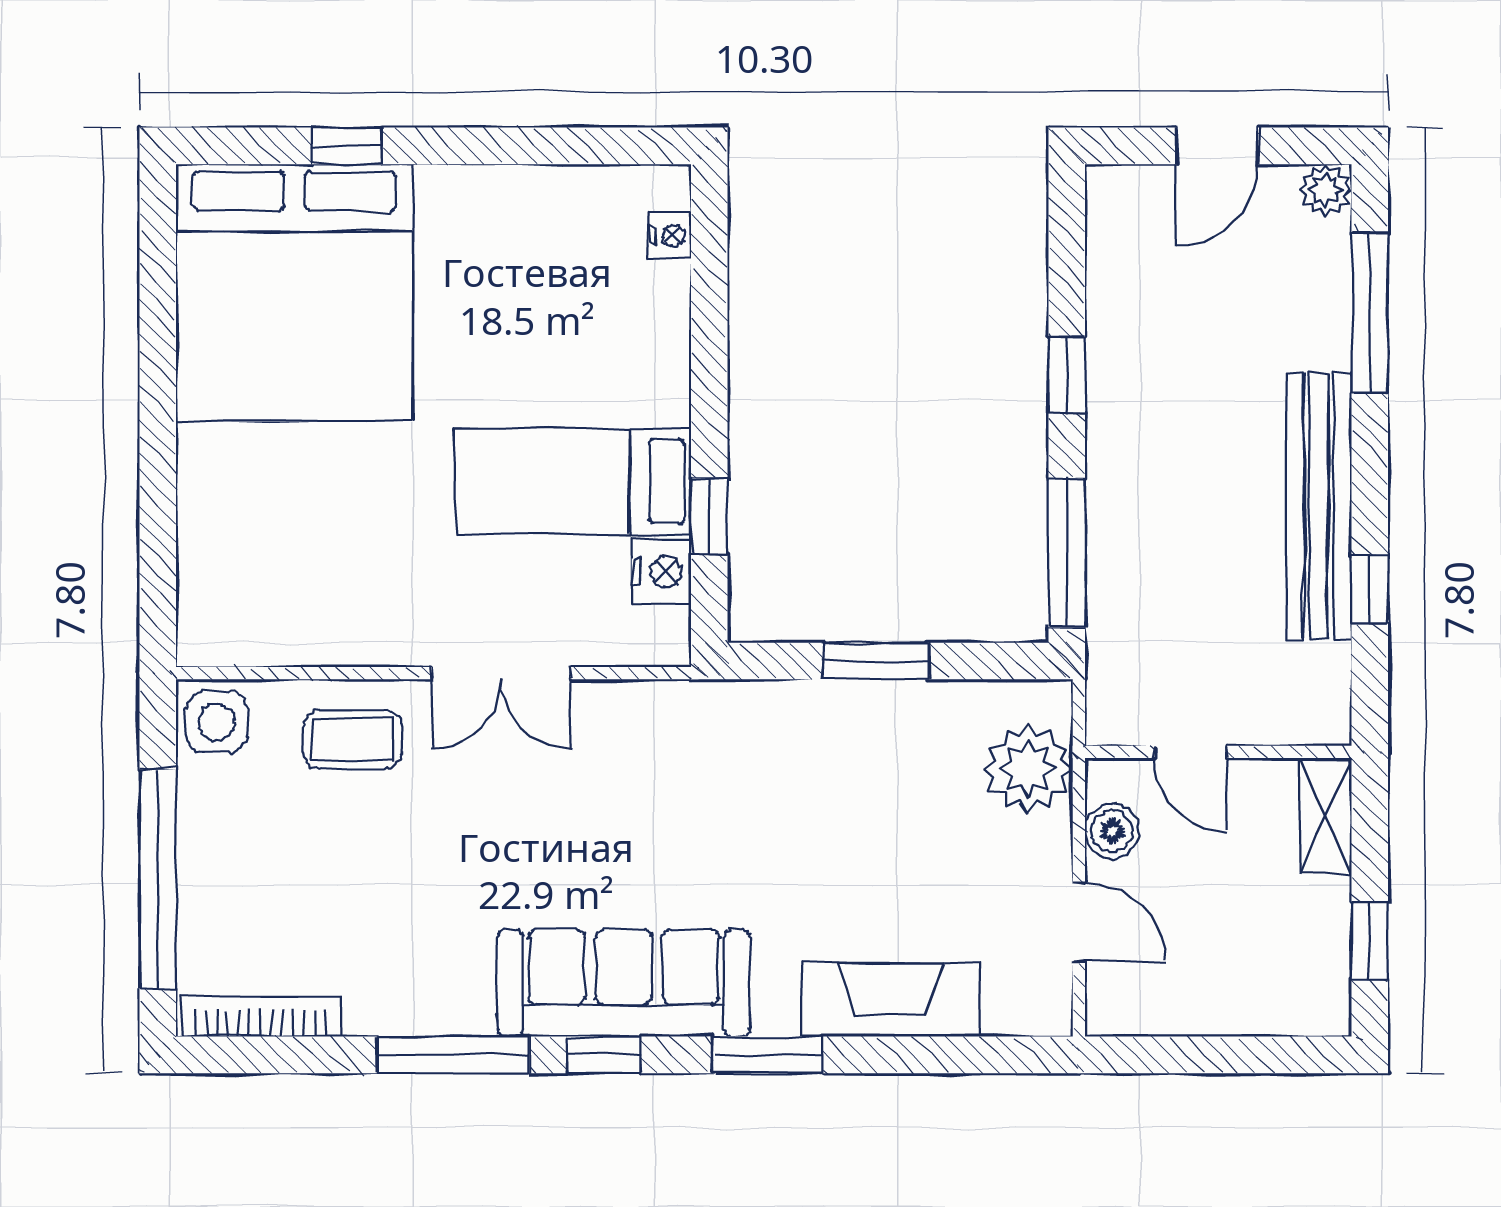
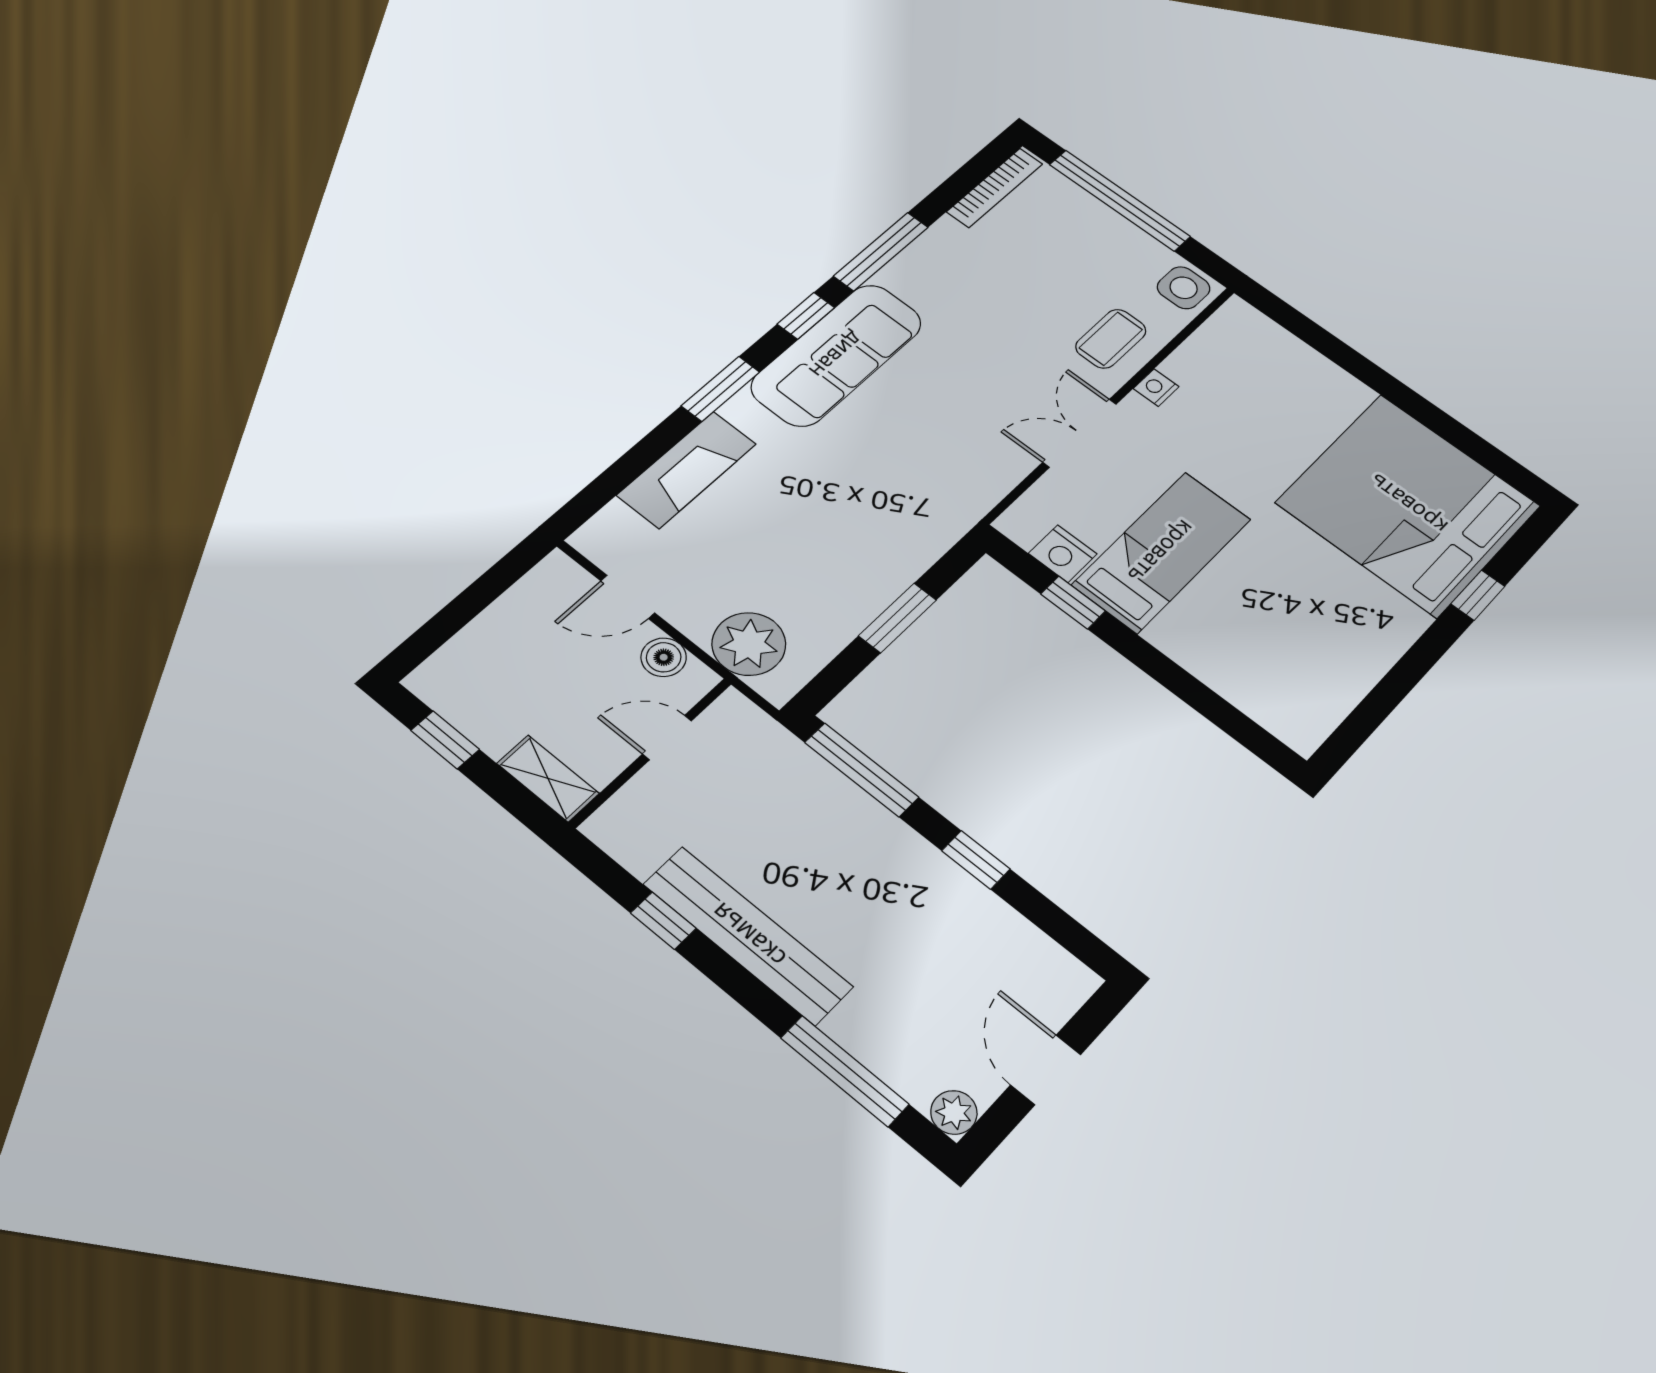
nightstand: (670, 236) -> (1156, 388), moved, turned 90

